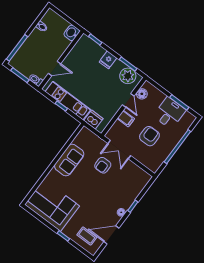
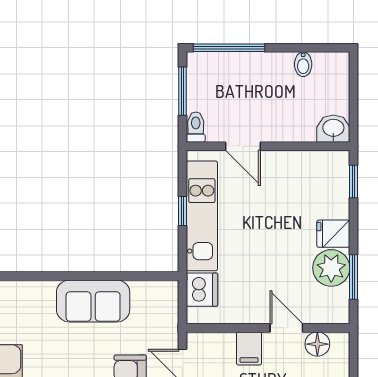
plant: (128, 76) -> (331, 268), moved
door: (128, 100) -> (286, 328), swing flipped

